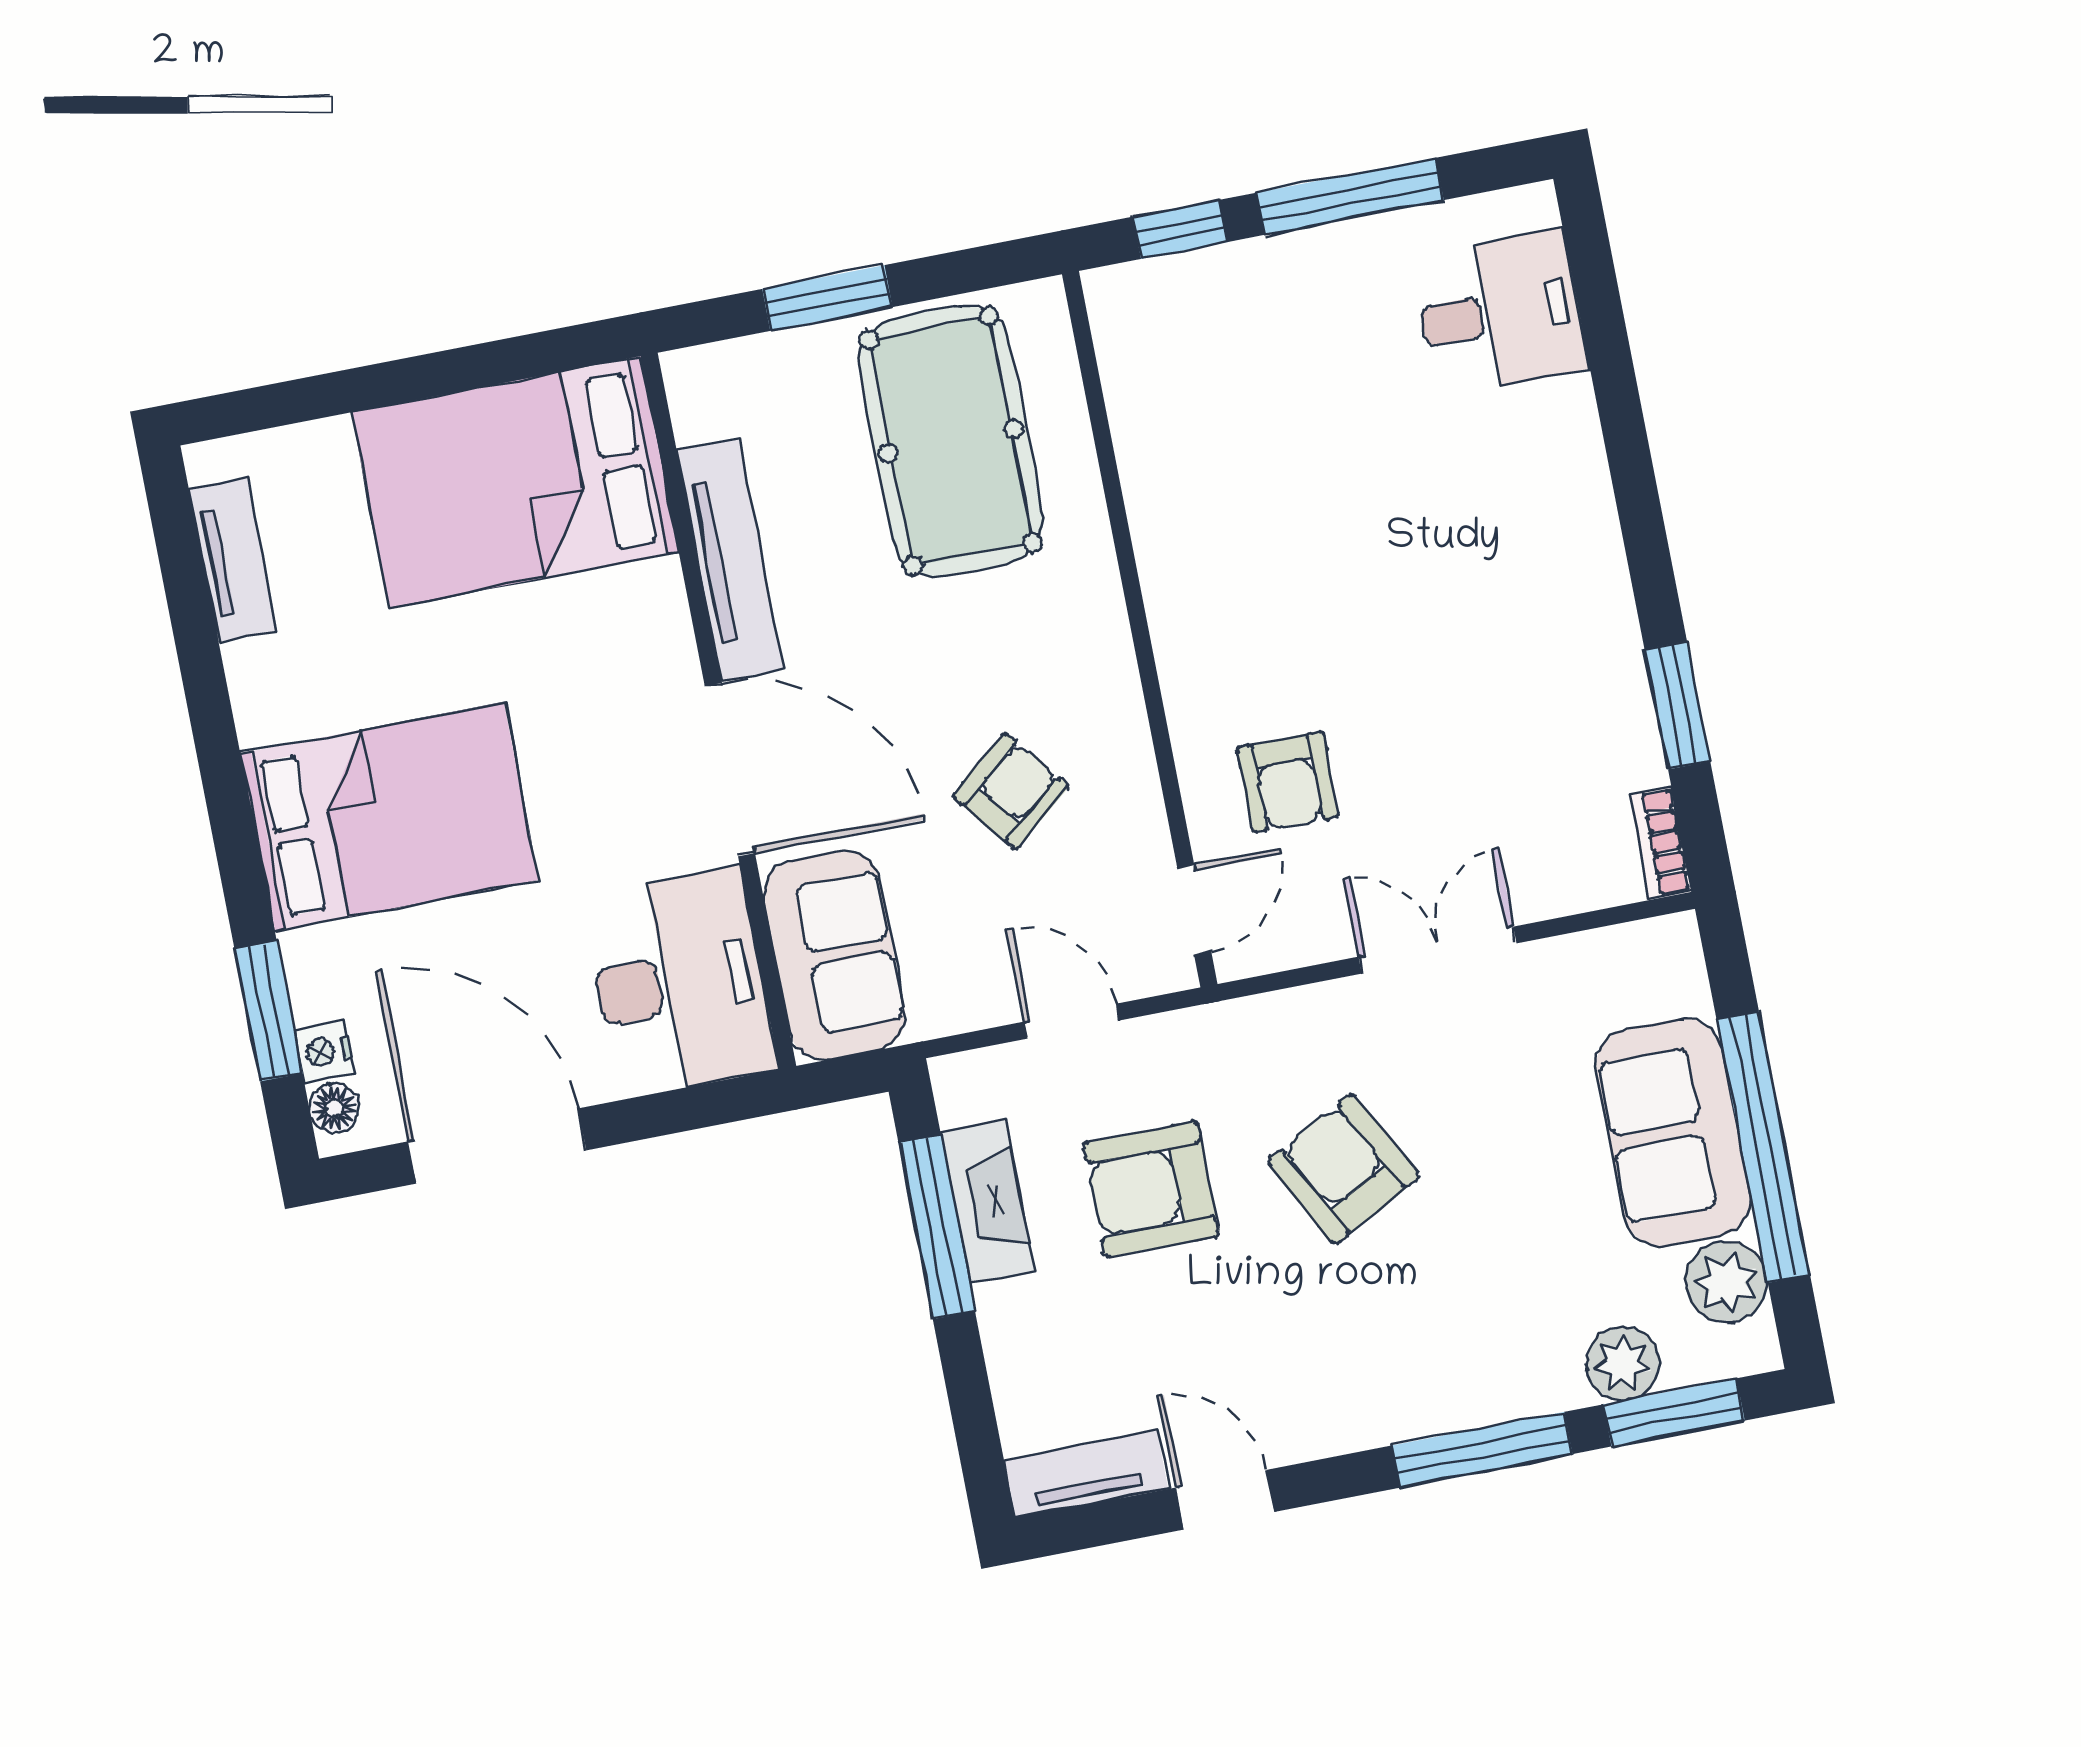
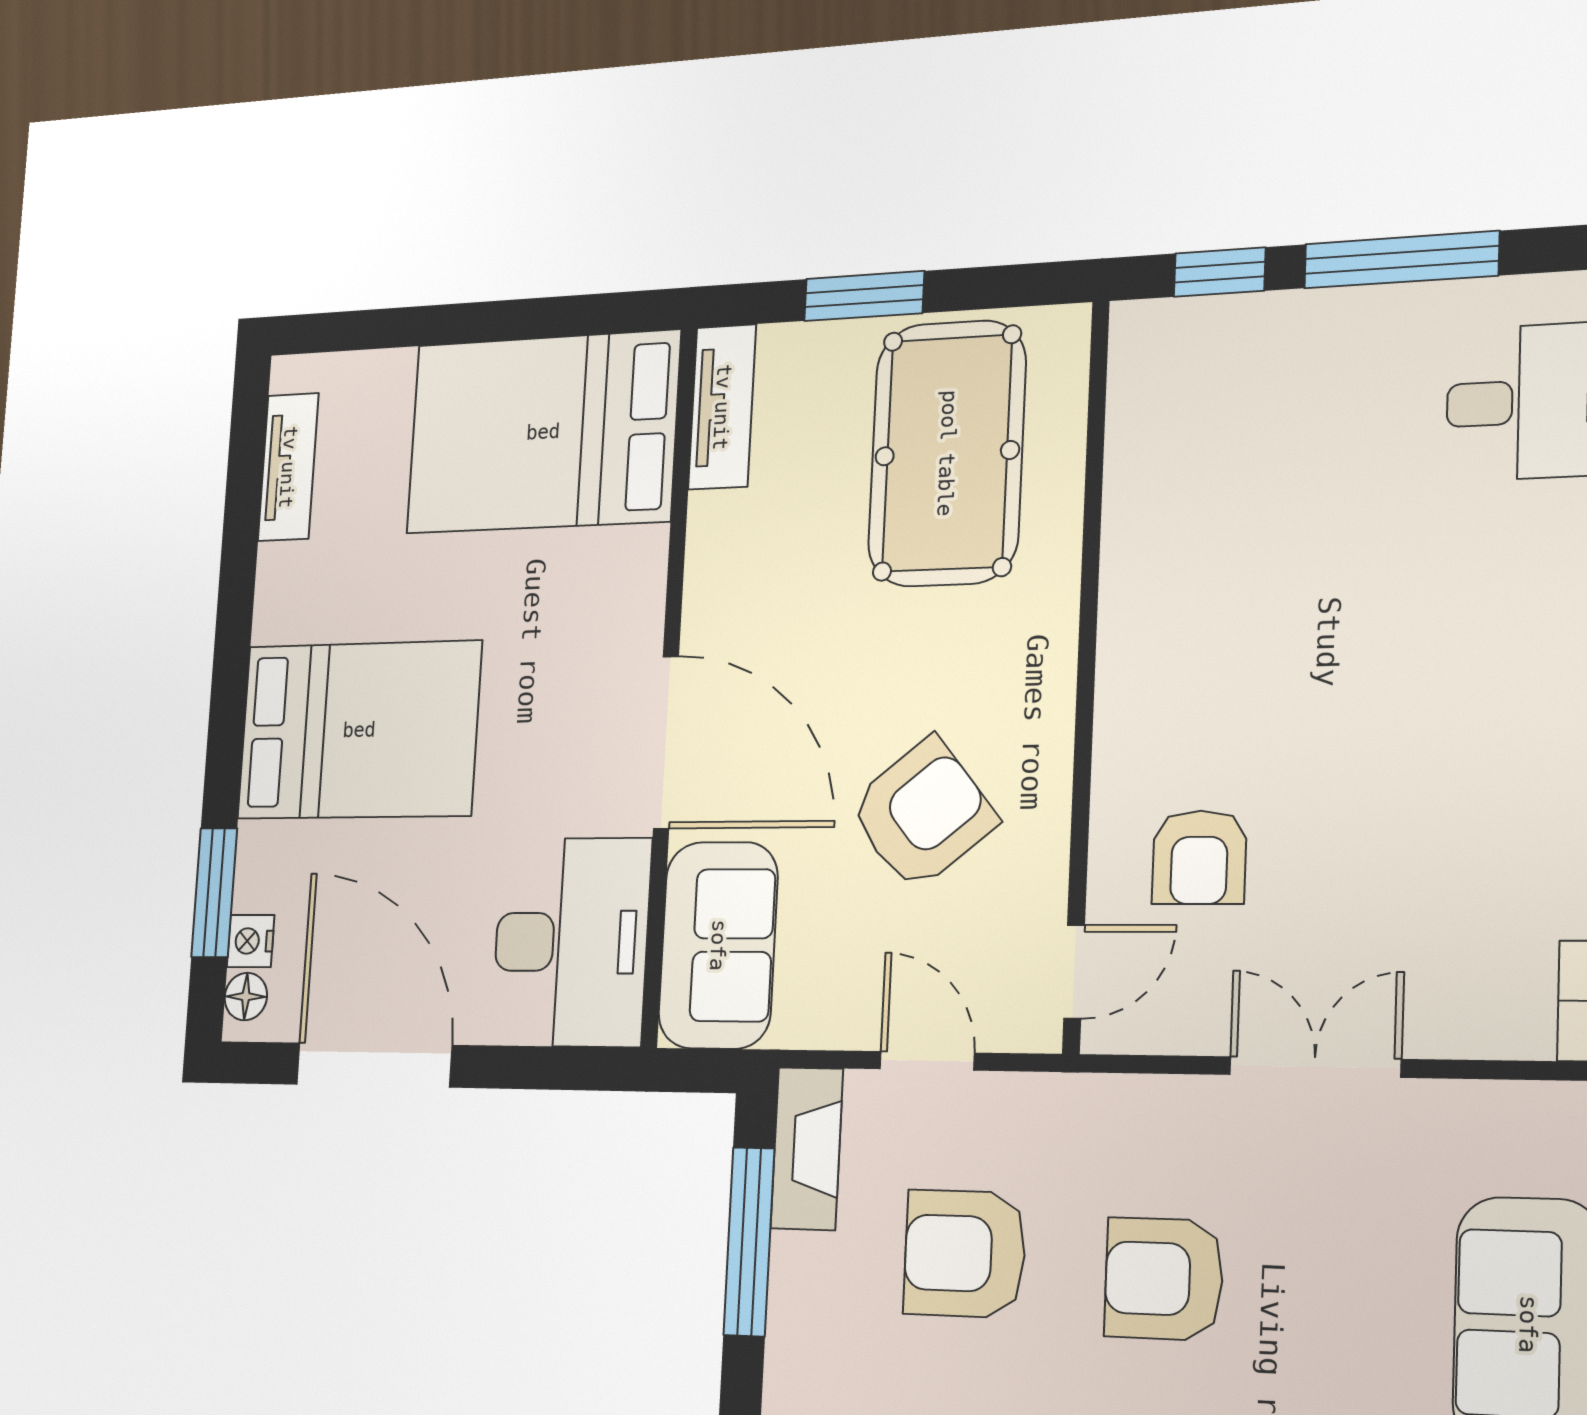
tv unit: (730, 560) -> (722, 407), moved, width x0.71
armchair: (1011, 791) -> (922, 814), width x1.38, depth x1.38
armchair: (1343, 1169) -> (1164, 1279), turned -62
fireplace: (987, 1202) -> (807, 1149), moved

